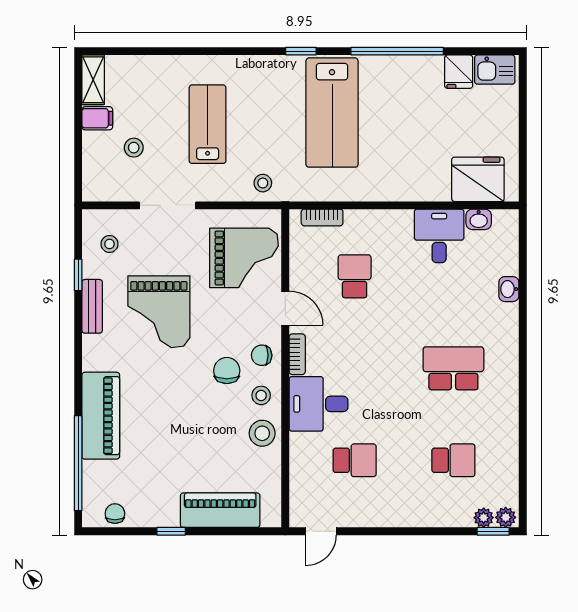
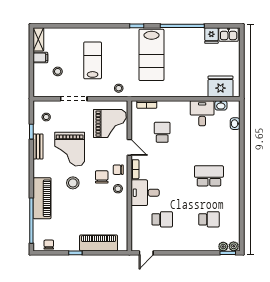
washbasin: (509, 289) -> (235, 124), moved
stool: (262, 433) -> (73, 183), moved

